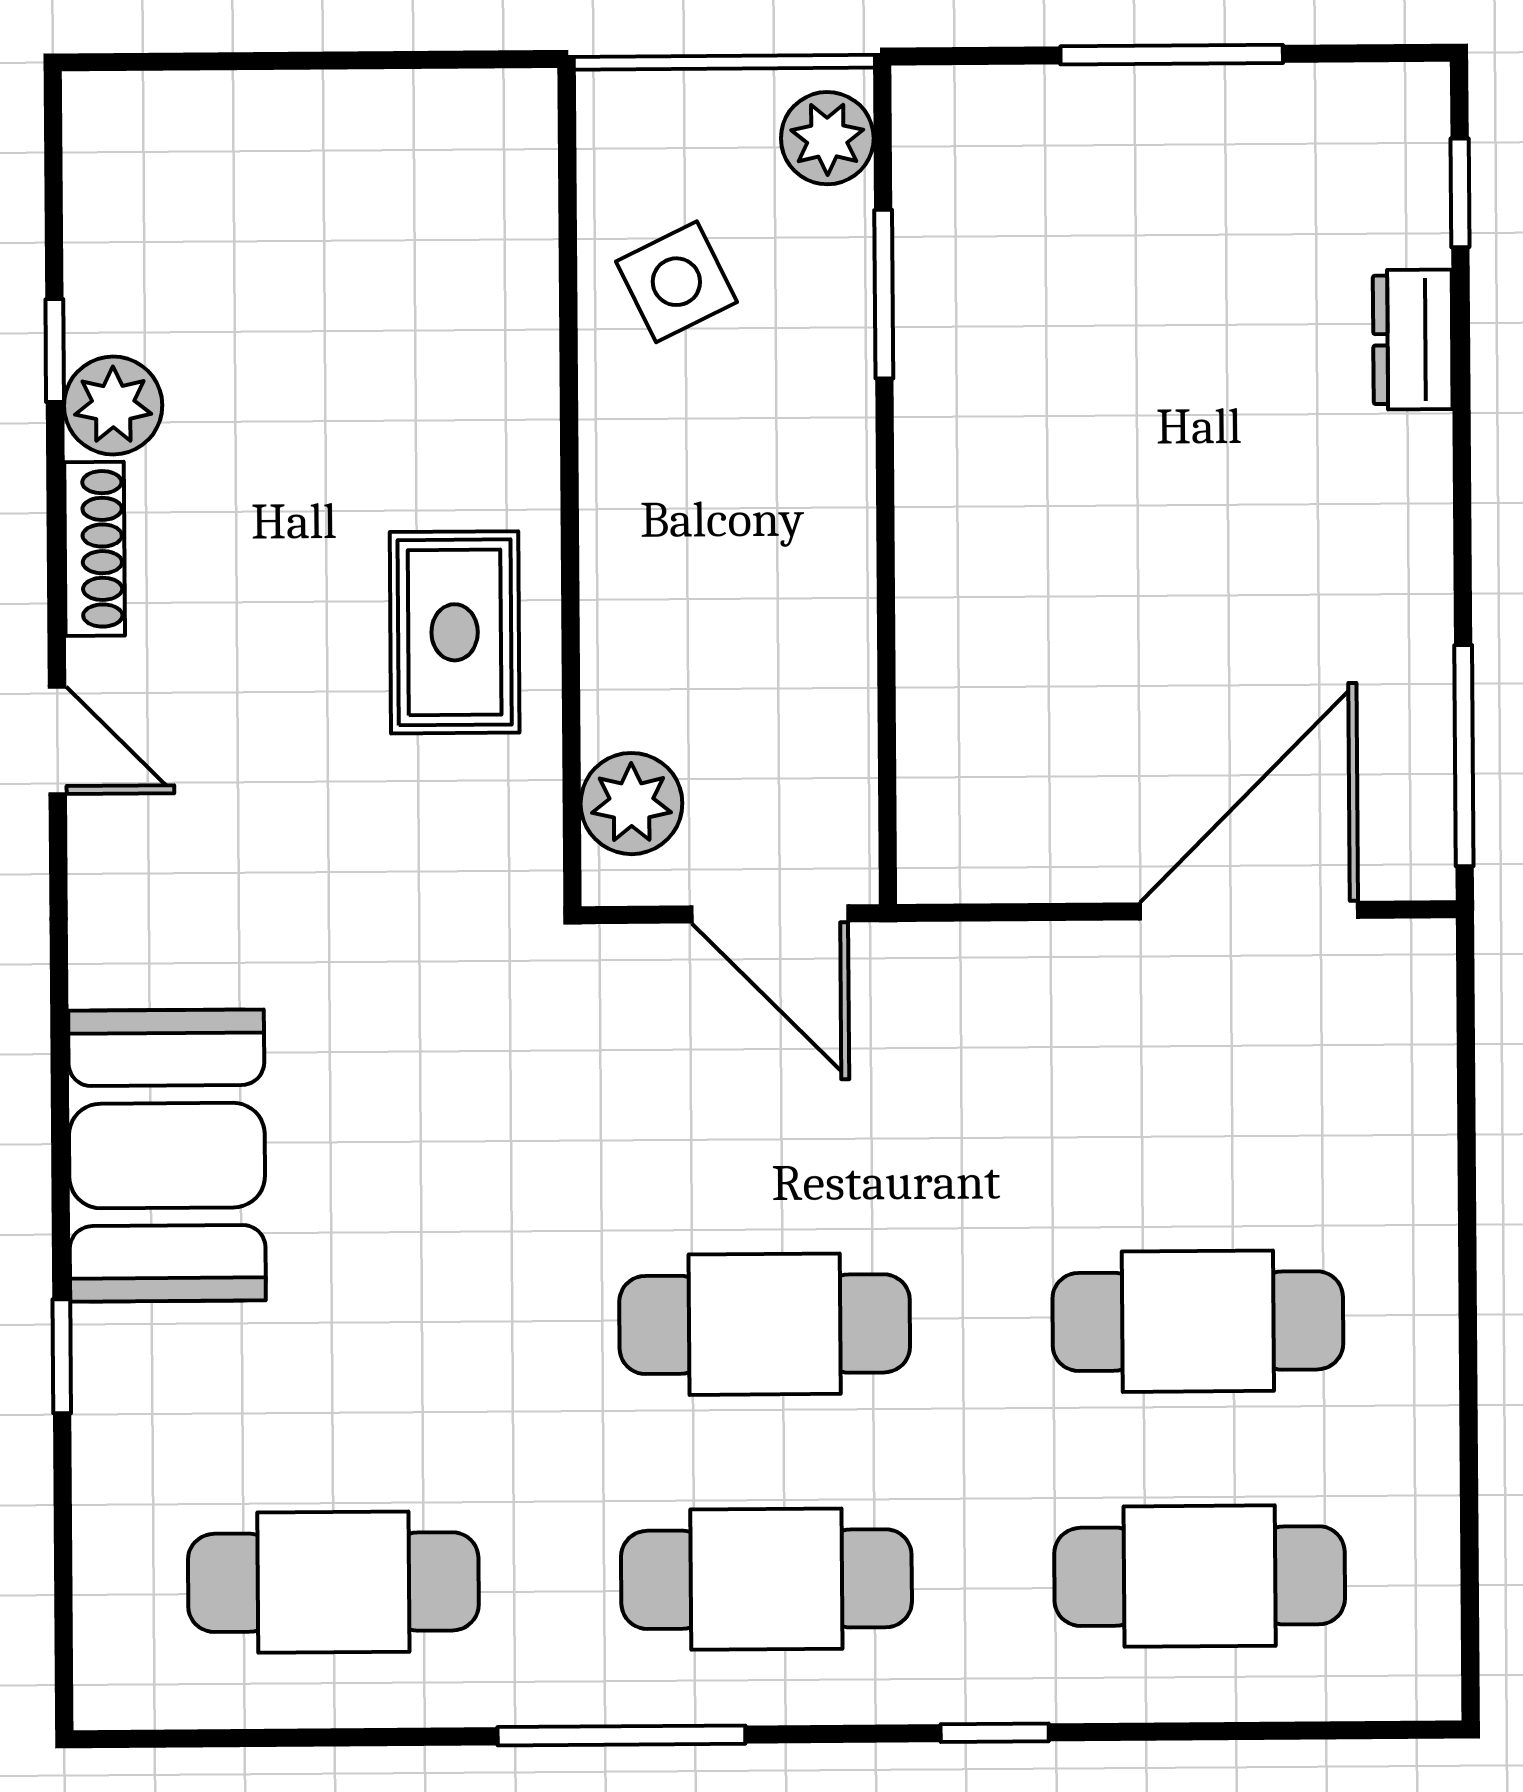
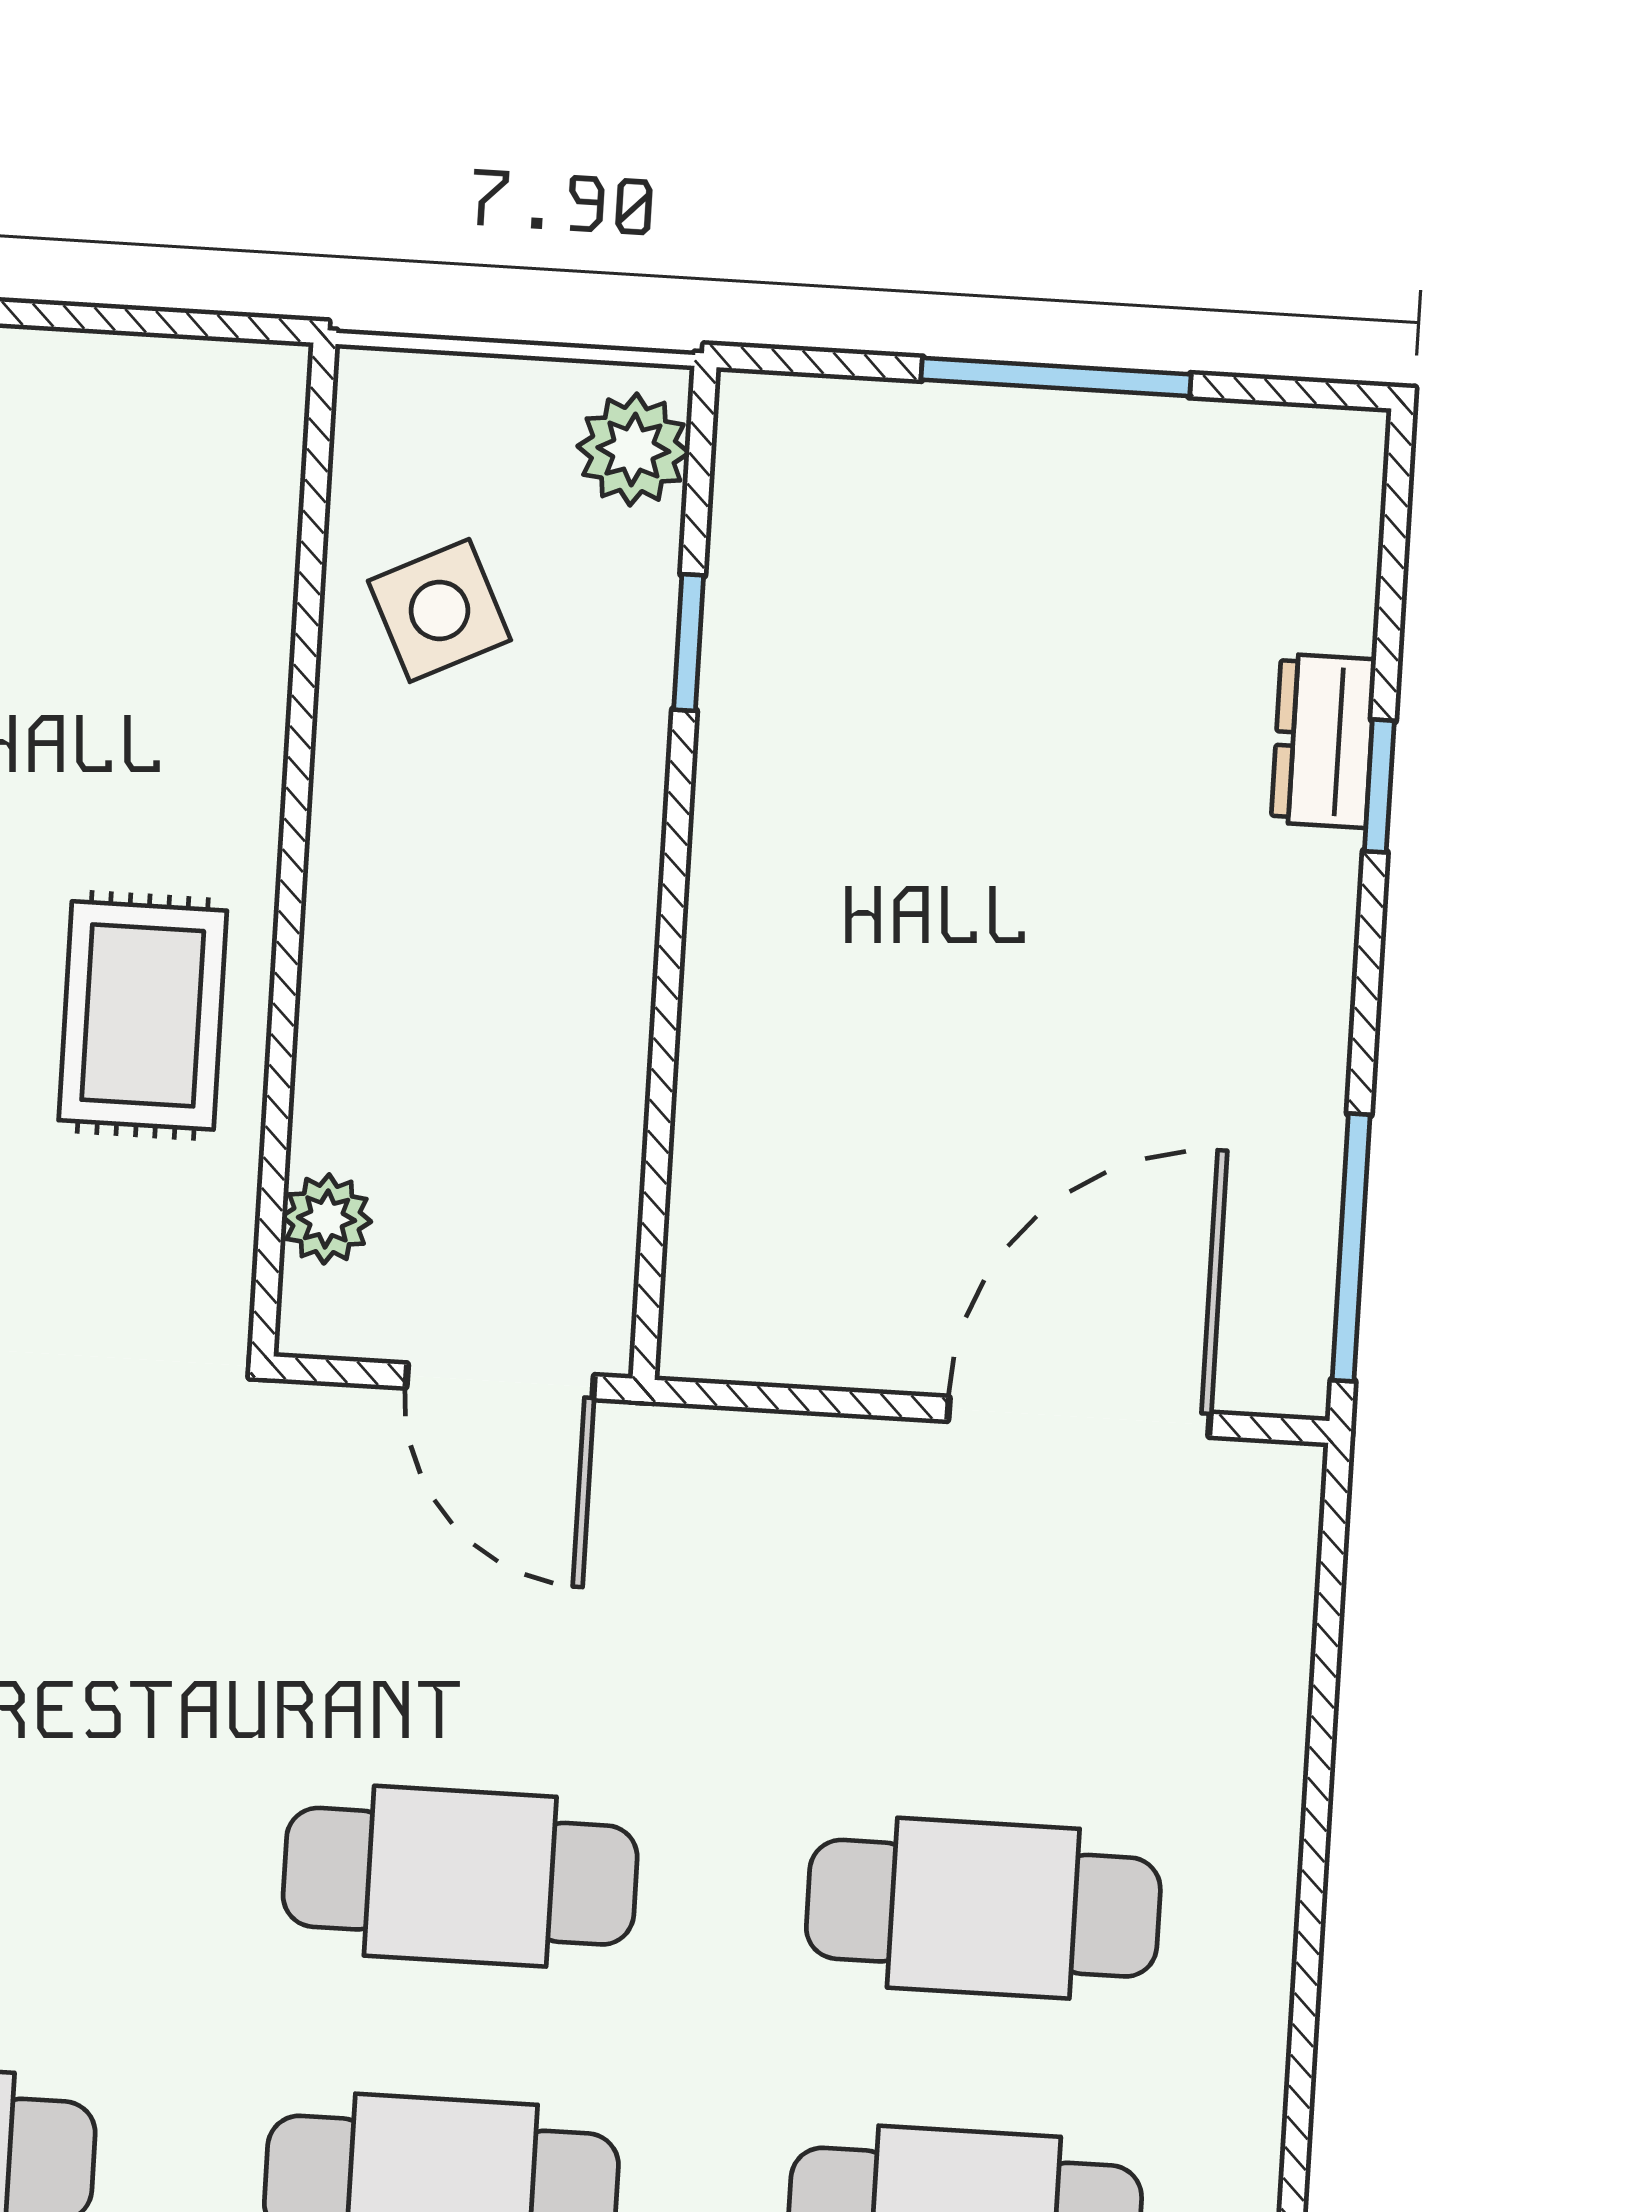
window: (1460, 193) -> (1379, 786), moved
window: (884, 294) -> (689, 643), width x0.67
plant: (631, 804) -> (327, 1219), width x0.73, depth x0.73

